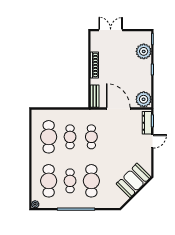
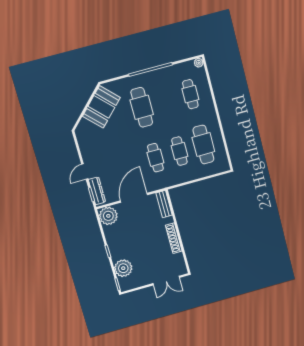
door: (118, 109) -> (134, 198), swing flipped
booth: (133, 180) -> (101, 107), moved
cafe table: (49, 181) -> (190, 94), width x0.73, depth x0.74
cafe table: (70, 181) -> (166, 101), removed

